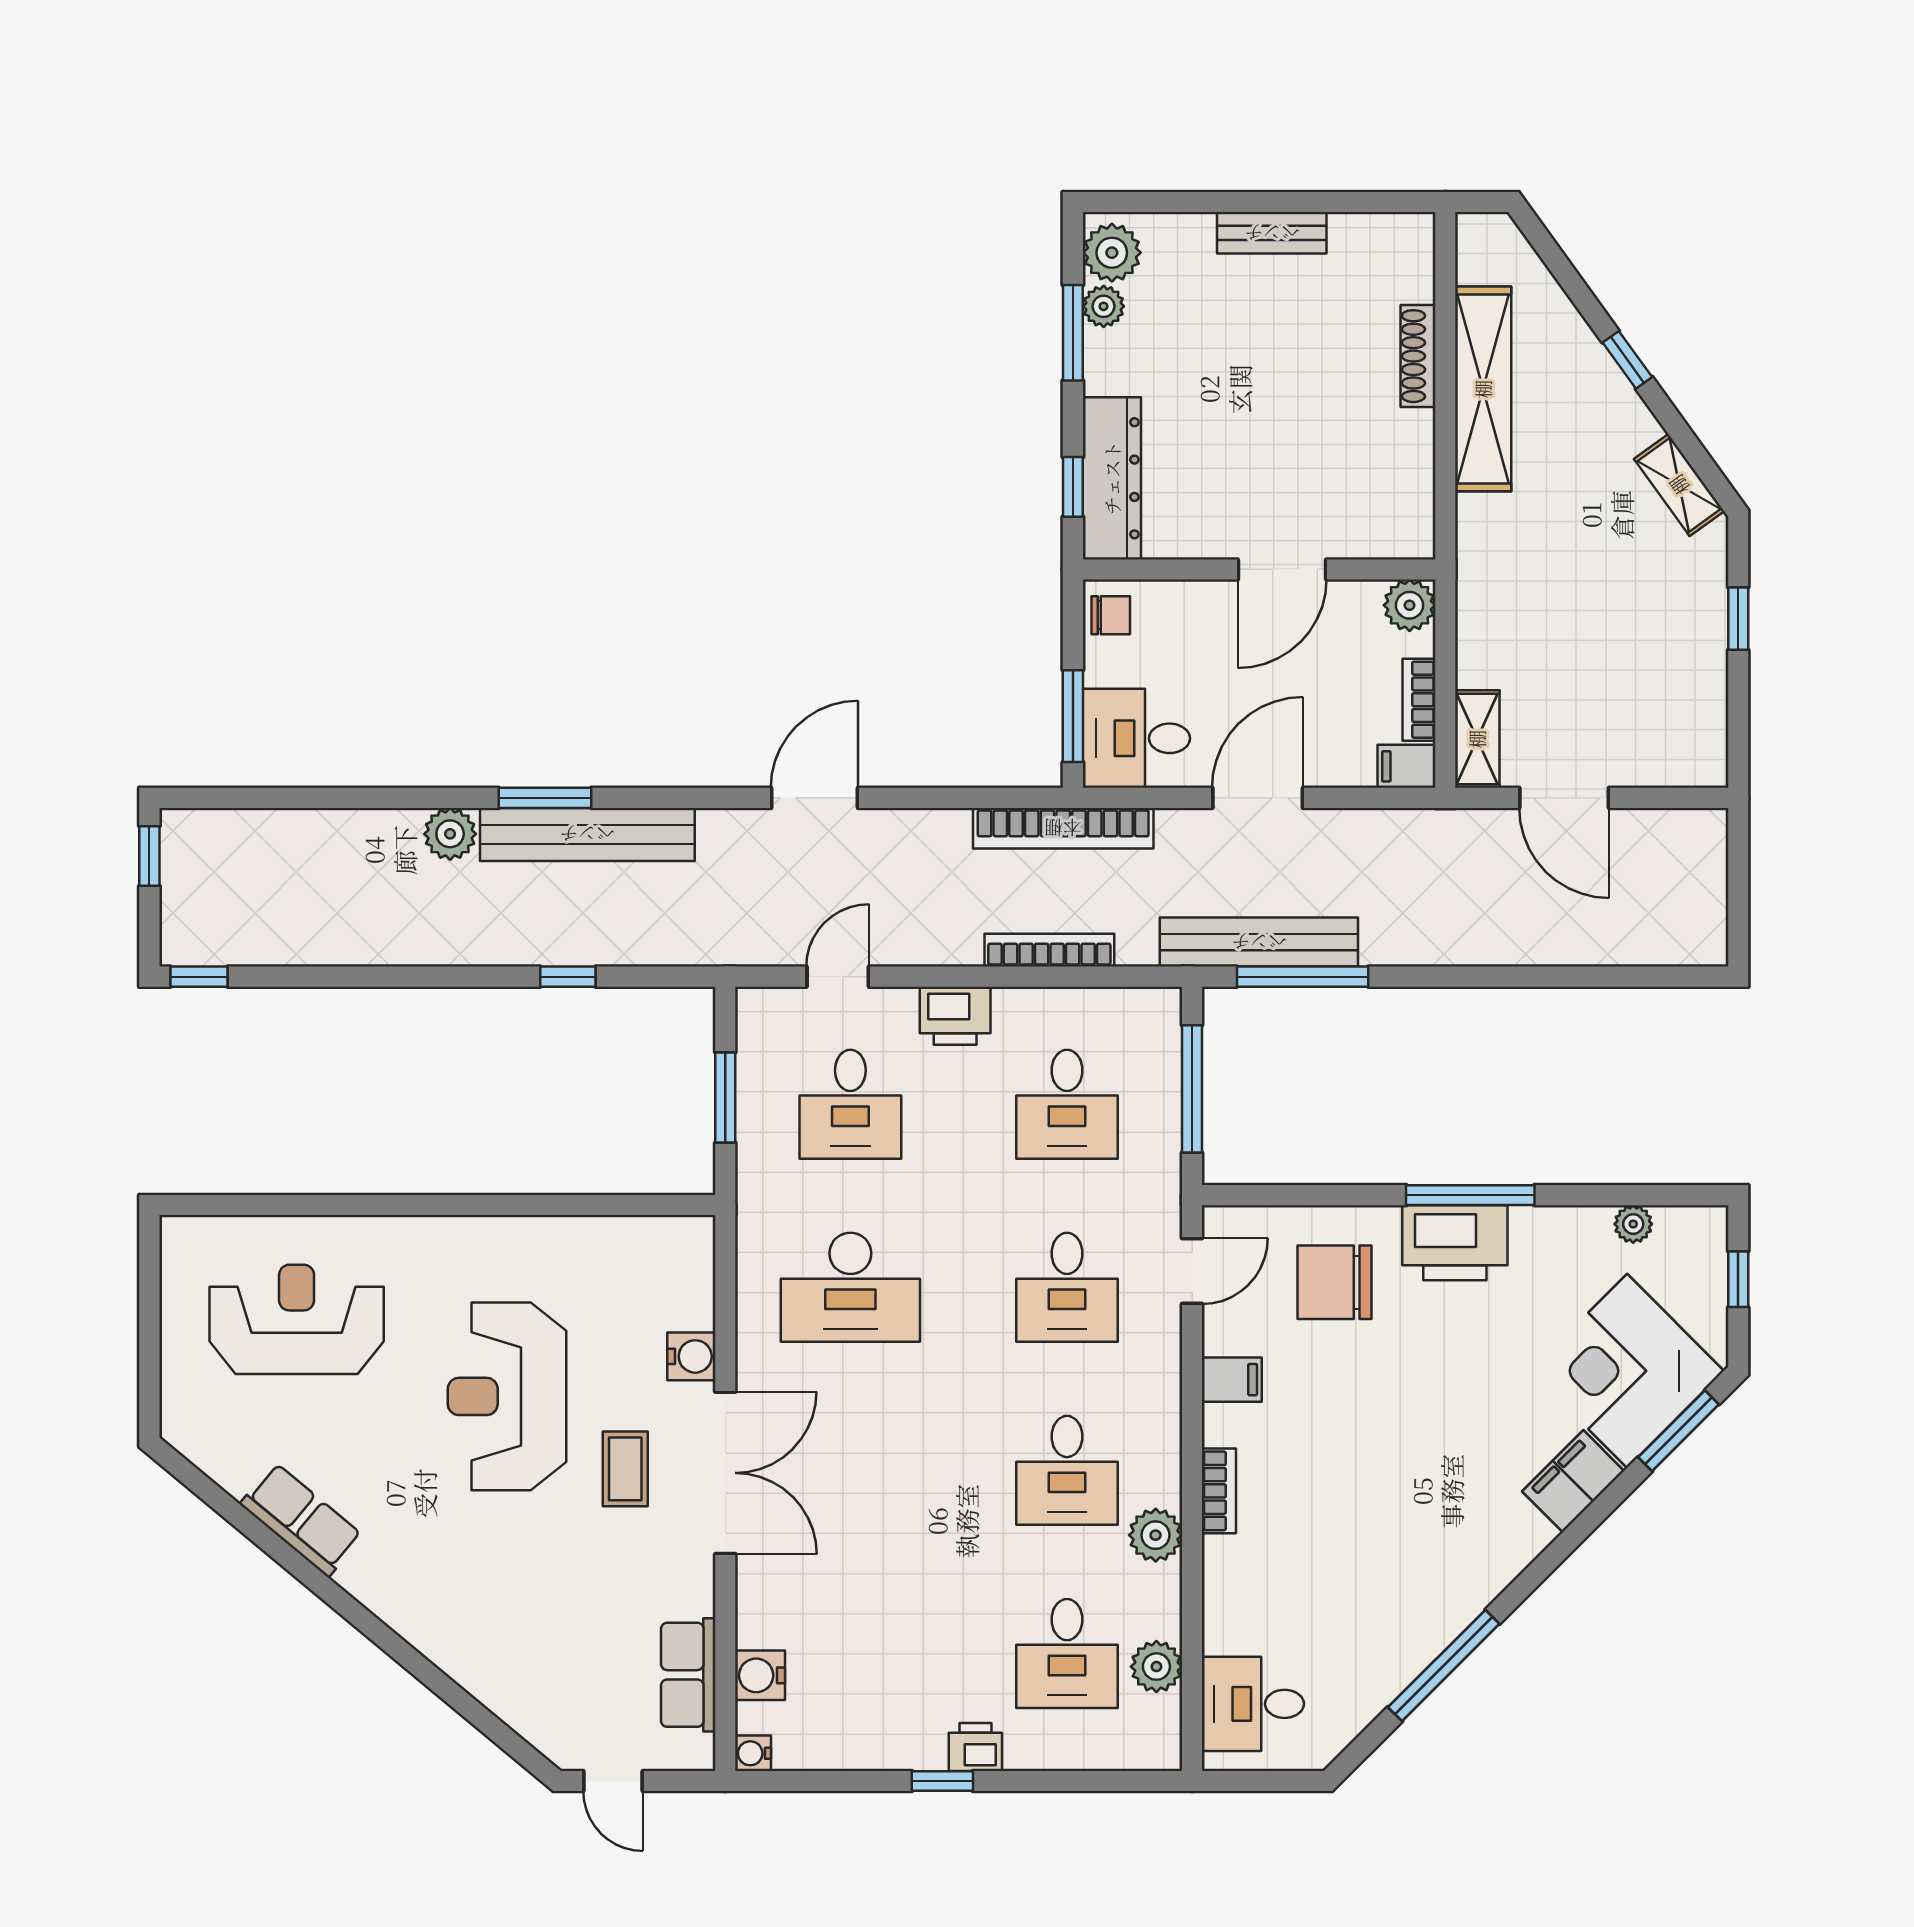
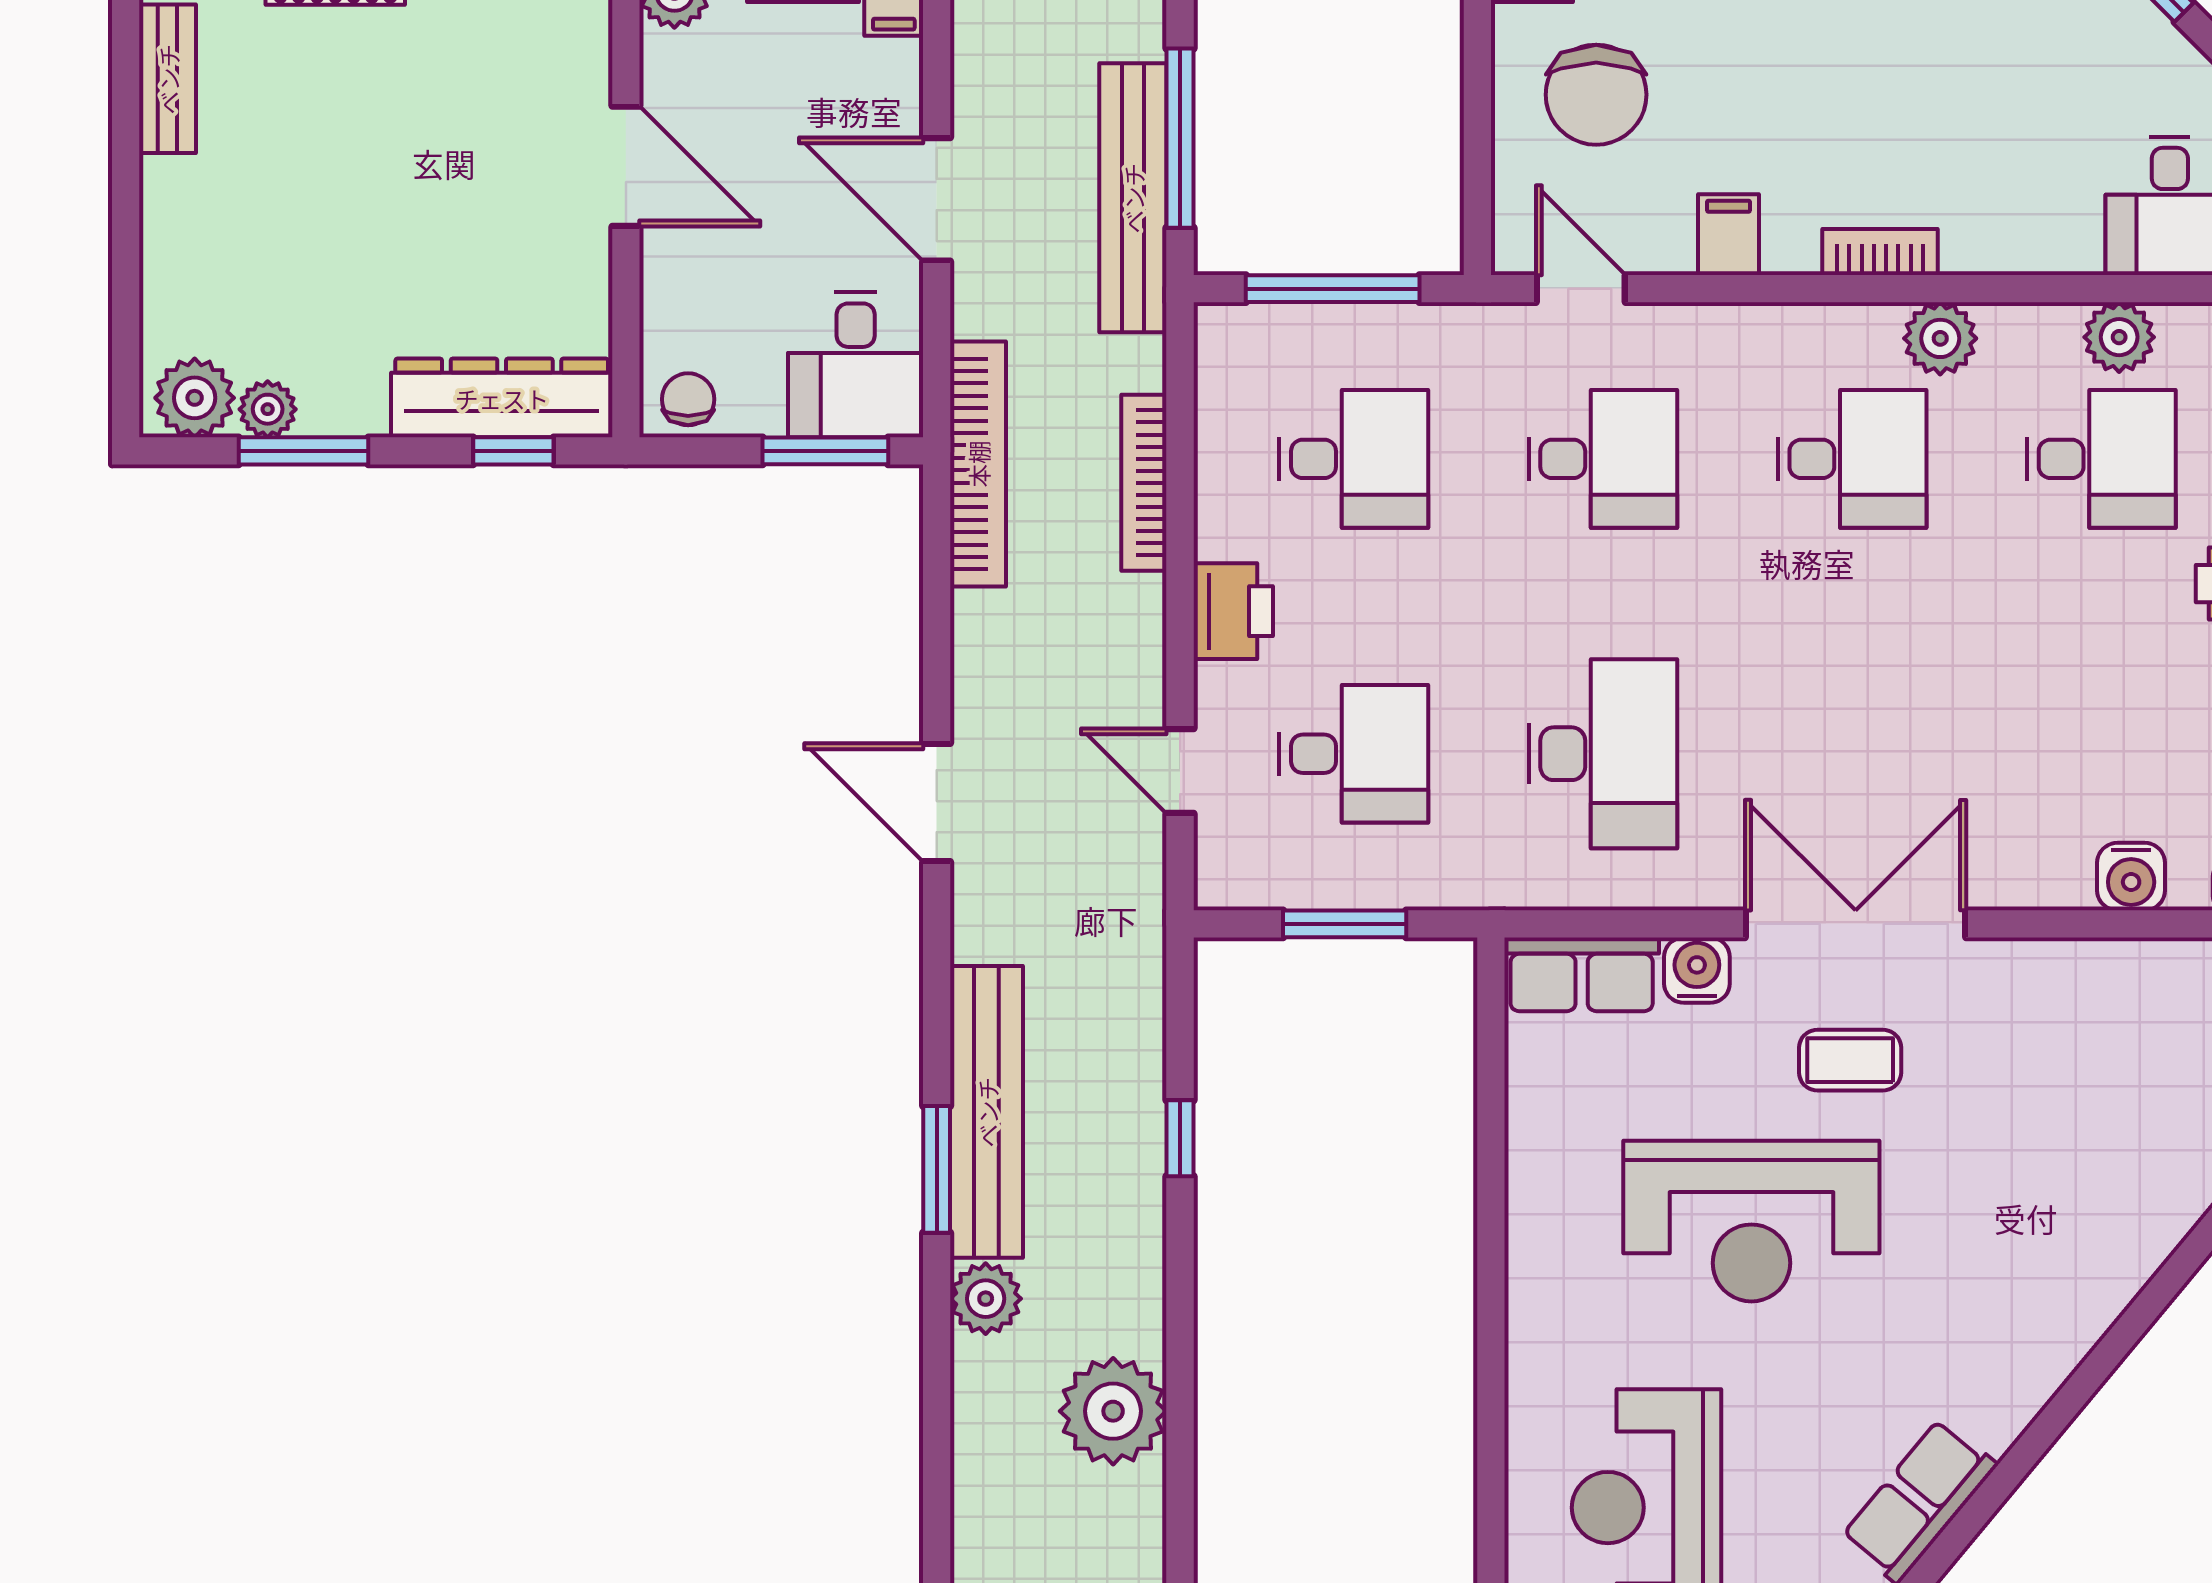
bench: (1272, 233) -> (168, 79), moved
plant: (367, 927) -> (1113, 1411), added
row of seats: (688, 1675) -> (1582, 974), moved

